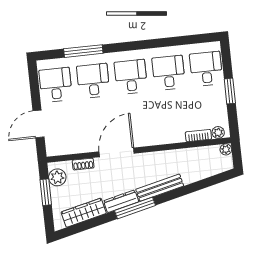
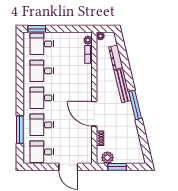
window: (230, 91) -> (37, 29), moved
dresser: (121, 201) -> (116, 57), moved
wardrobe: (84, 213) -> (134, 142), removed

